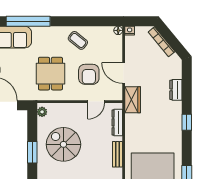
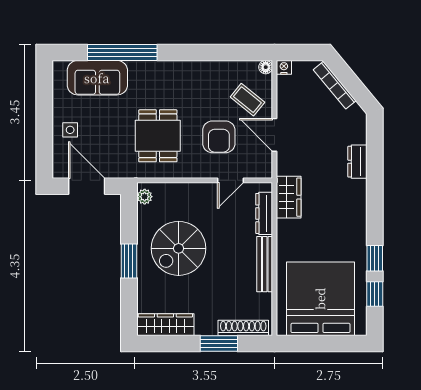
coffee table: (78, 40) -> (247, 100), moved
wardrobe: (133, 100) -> (289, 197), moved
window: (187, 122) -> (375, 258), moved
spiral stairs: (63, 144) -> (179, 248), turned -90
bench: (118, 154) -> (265, 264), width x1.36

